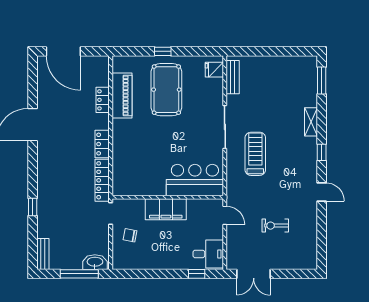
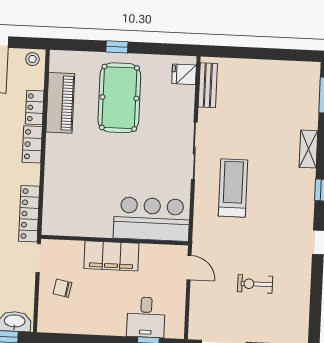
stool: (99, 63) -> (32, 59), added
locker: (102, 144) -> (32, 144), moved
desk: (208, 254) -> (146, 317), moved, turned 90

